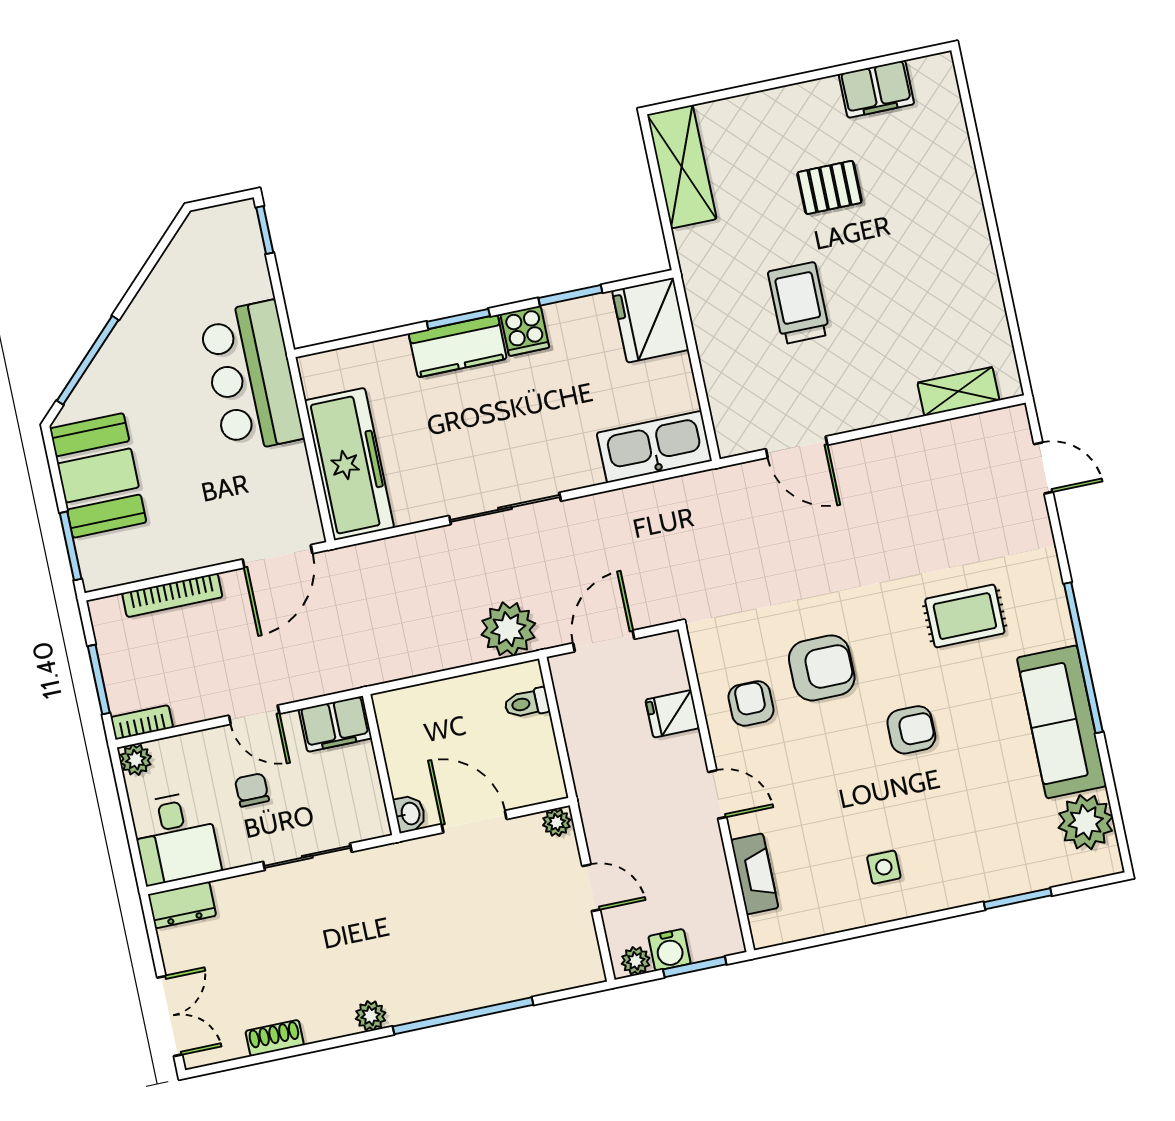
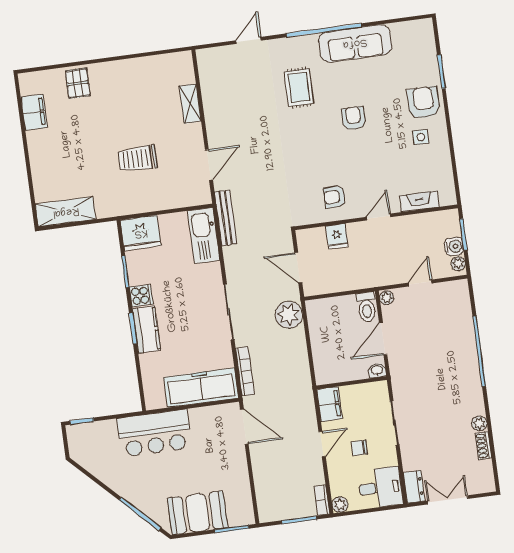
pallet: (829, 187) -> (78, 83), moved
shelving: (958, 391) -> (190, 104), moved
door: (1043, 468) -> (248, 40), moved
bench: (693, 488) -> (226, 218), added
bookcase: (172, 595) -> (245, 371), moved
armchair: (822, 668) -> (424, 103), moved
toilet: (527, 703) -> (367, 307), moved, width x1.37, depth x1.39
plant: (1086, 822) -> (406, 35), removed
double door: (170, 1016) -> (448, 500), moved
plant: (371, 1016) -> (479, 423), moved

